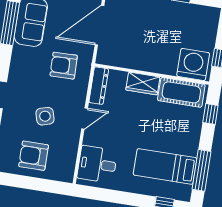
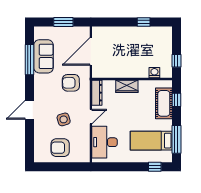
washing machine: (193, 65) -> (154, 73), width x0.53, depth x0.53
cot: (181, 92) -> (164, 103), moved, turned 90
desk: (97, 164) -> (105, 142), width x1.37

